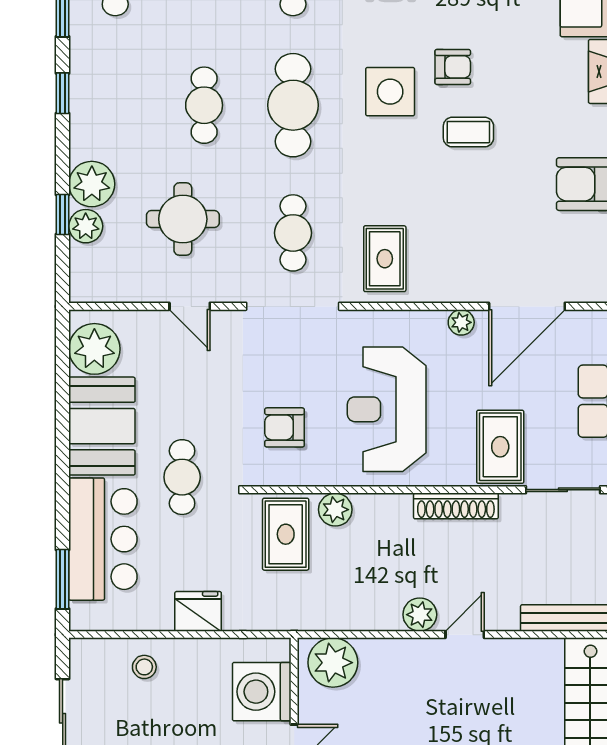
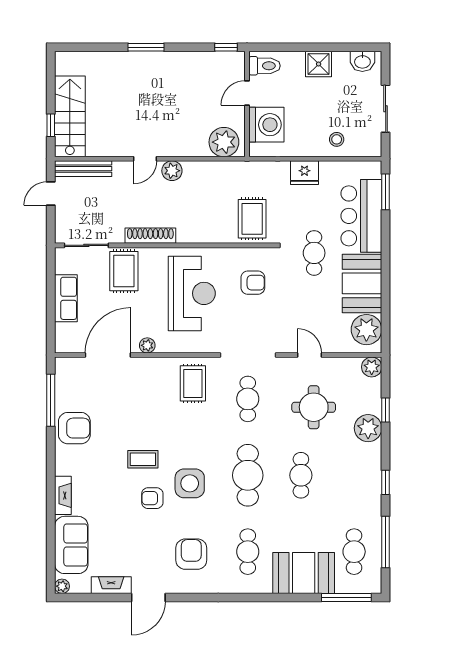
plant: (86, 226) -> (372, 367), moved
plant: (335, 510) -> (222, 234), removed

